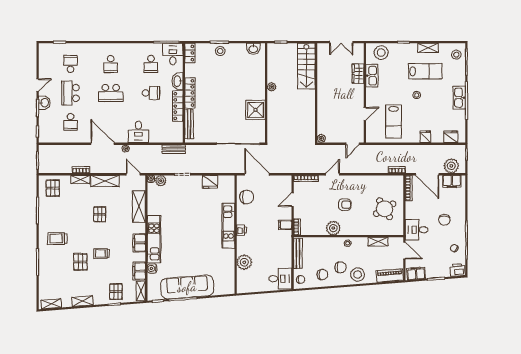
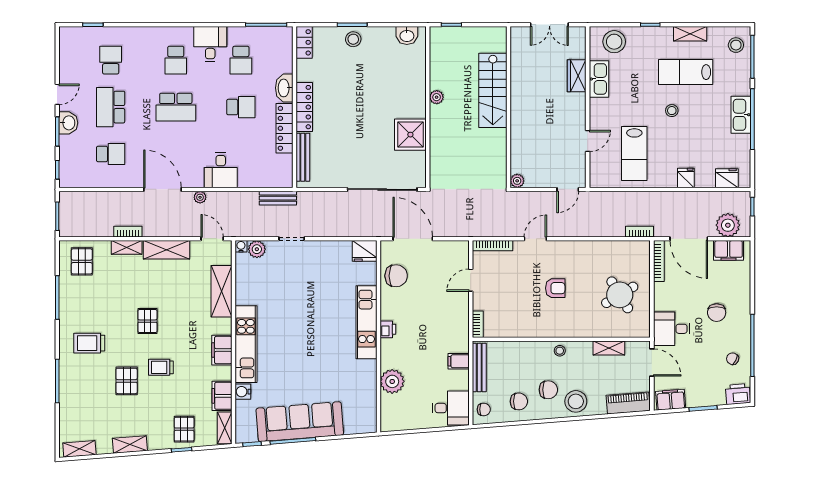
desk: (173, 54) -> (210, 44), moved
stairs: (306, 66) -> (493, 90), moved
lab bench: (425, 71) -> (686, 72), turned 180
school desk: (71, 122) -> (111, 154), turned -90
fridge: (210, 182) -> (365, 251), moved
pallet: (100, 214) -> (147, 321), moved
filing cabinet: (285, 225) -> (459, 361), moved
plant: (333, 228) -> (537, 326), removed

